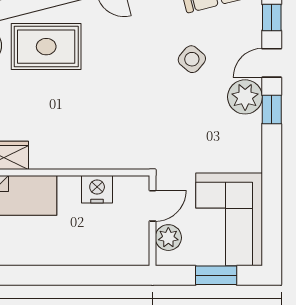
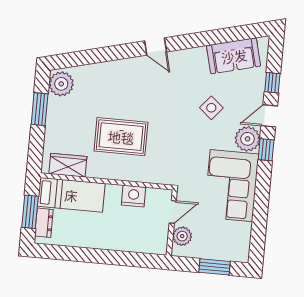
rug: (46, 47) -> (121, 137), moved
corner sofa: (229, 219) -> (231, 186), moved

